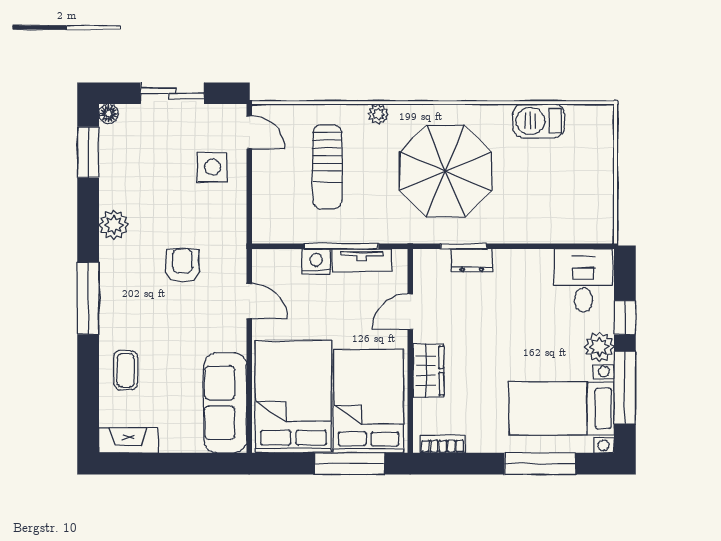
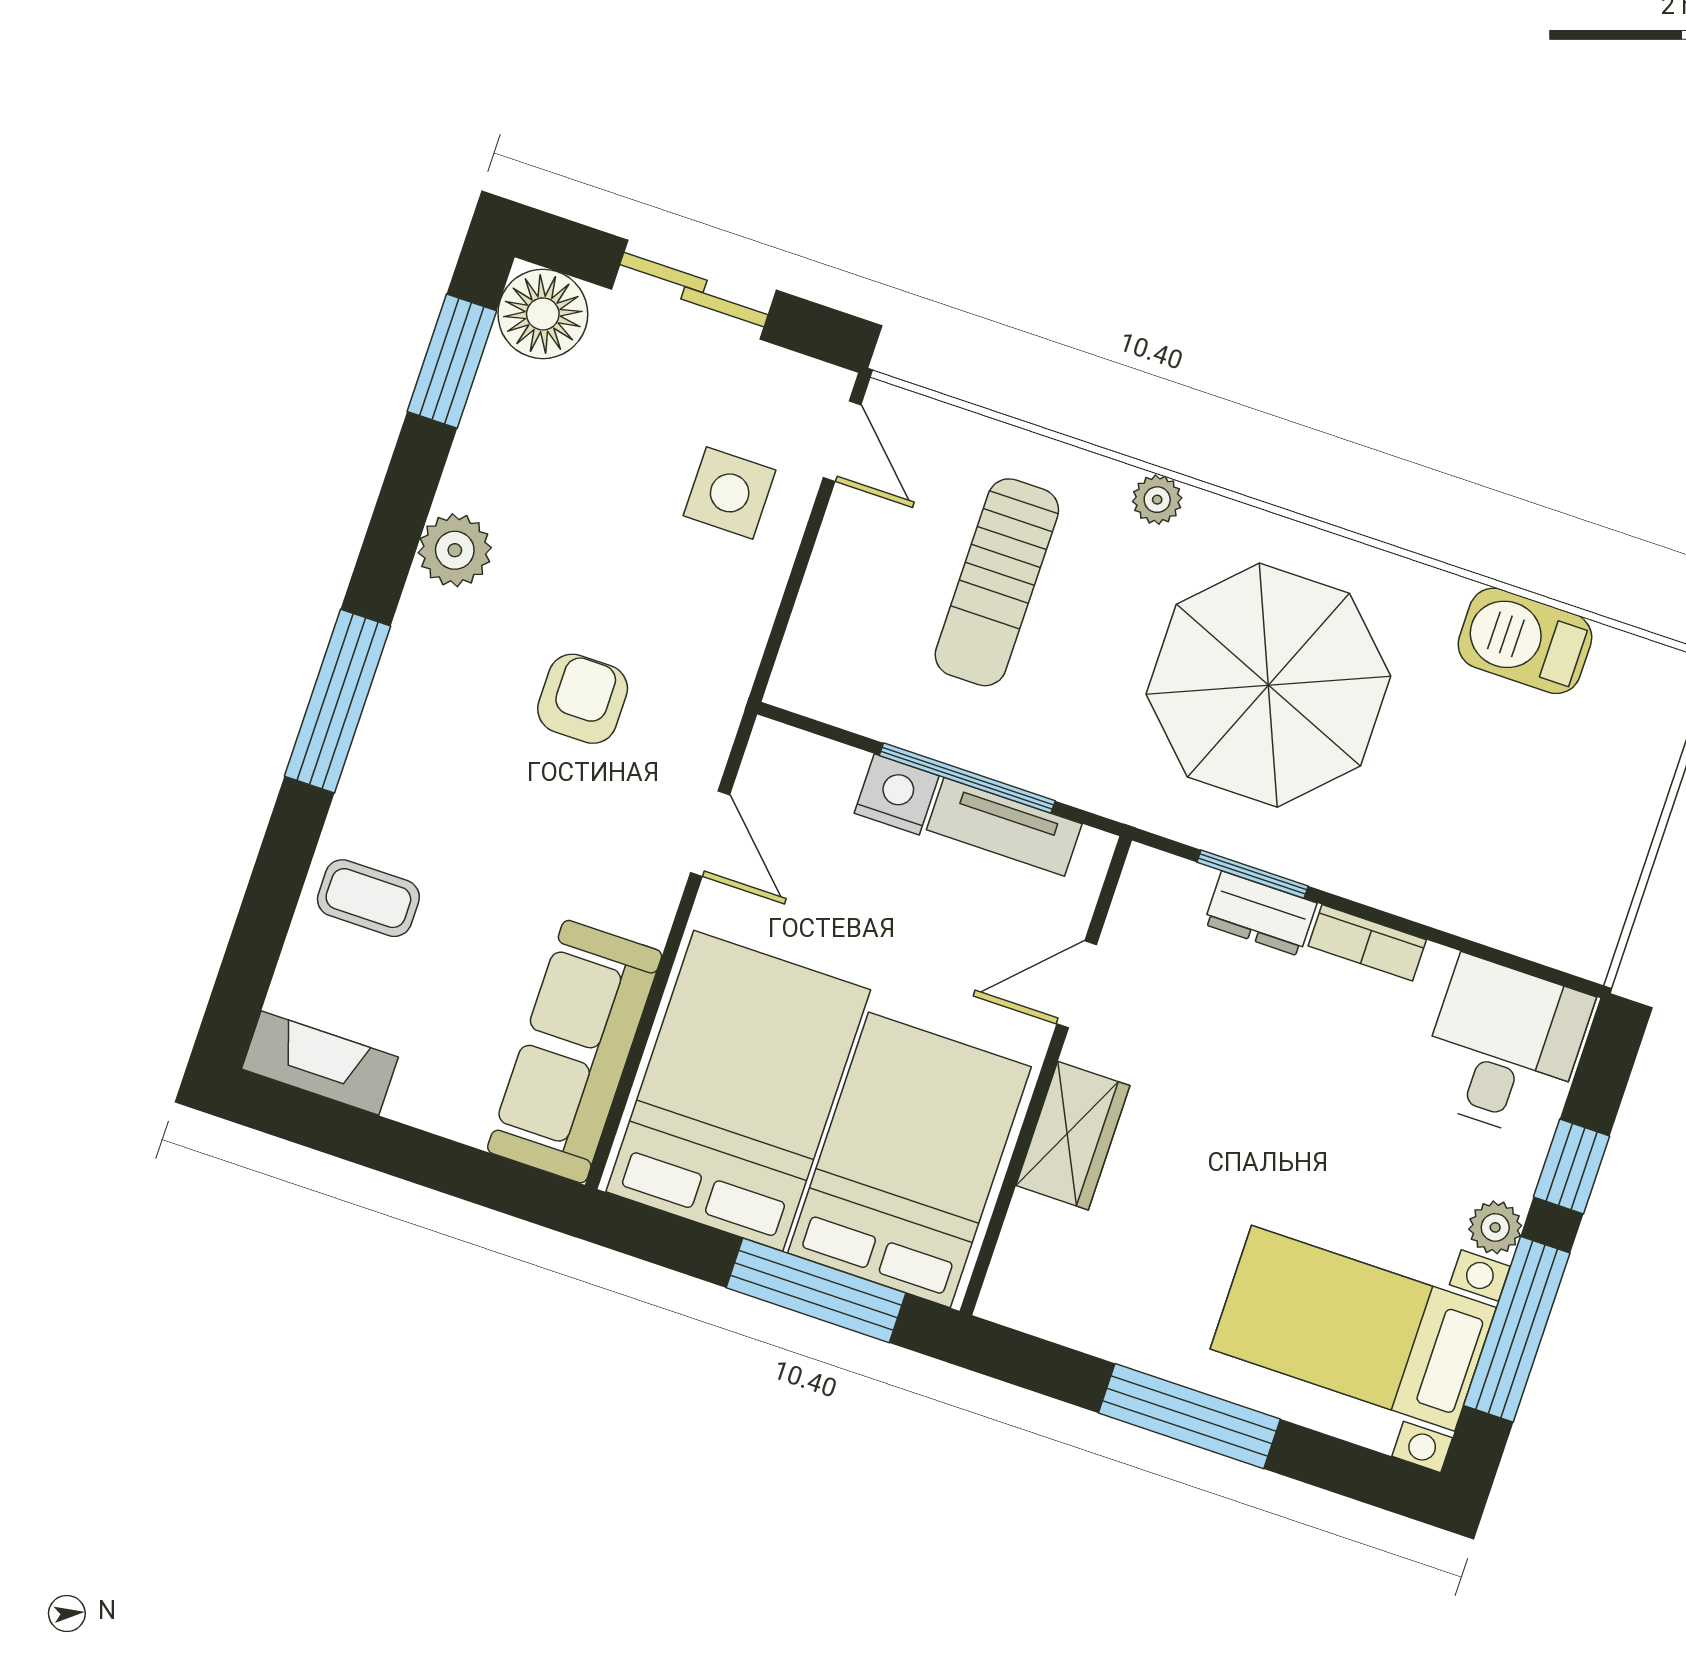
floor lamp: (109, 114) -> (543, 314), width x1.89, depth x1.89
plant: (599, 347) -> (1495, 1227), width x0.73, depth x0.73
coffee table: (126, 370) -> (368, 898), turned 90
bookcase: (443, 444) -> (1367, 943), moved, turned 180
window: (540, 464) -> (1189, 1416), moved

